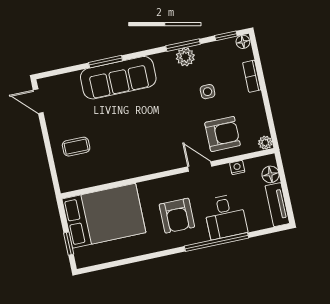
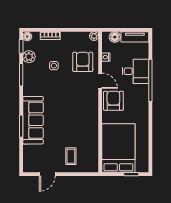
plant: (185, 57) -> (29, 57), moved
door: (38, 101) -> (47, 174), moved
door: (200, 167) -> (100, 81), swing flipped
armchair: (177, 216) -> (113, 101), moved, turned -90

